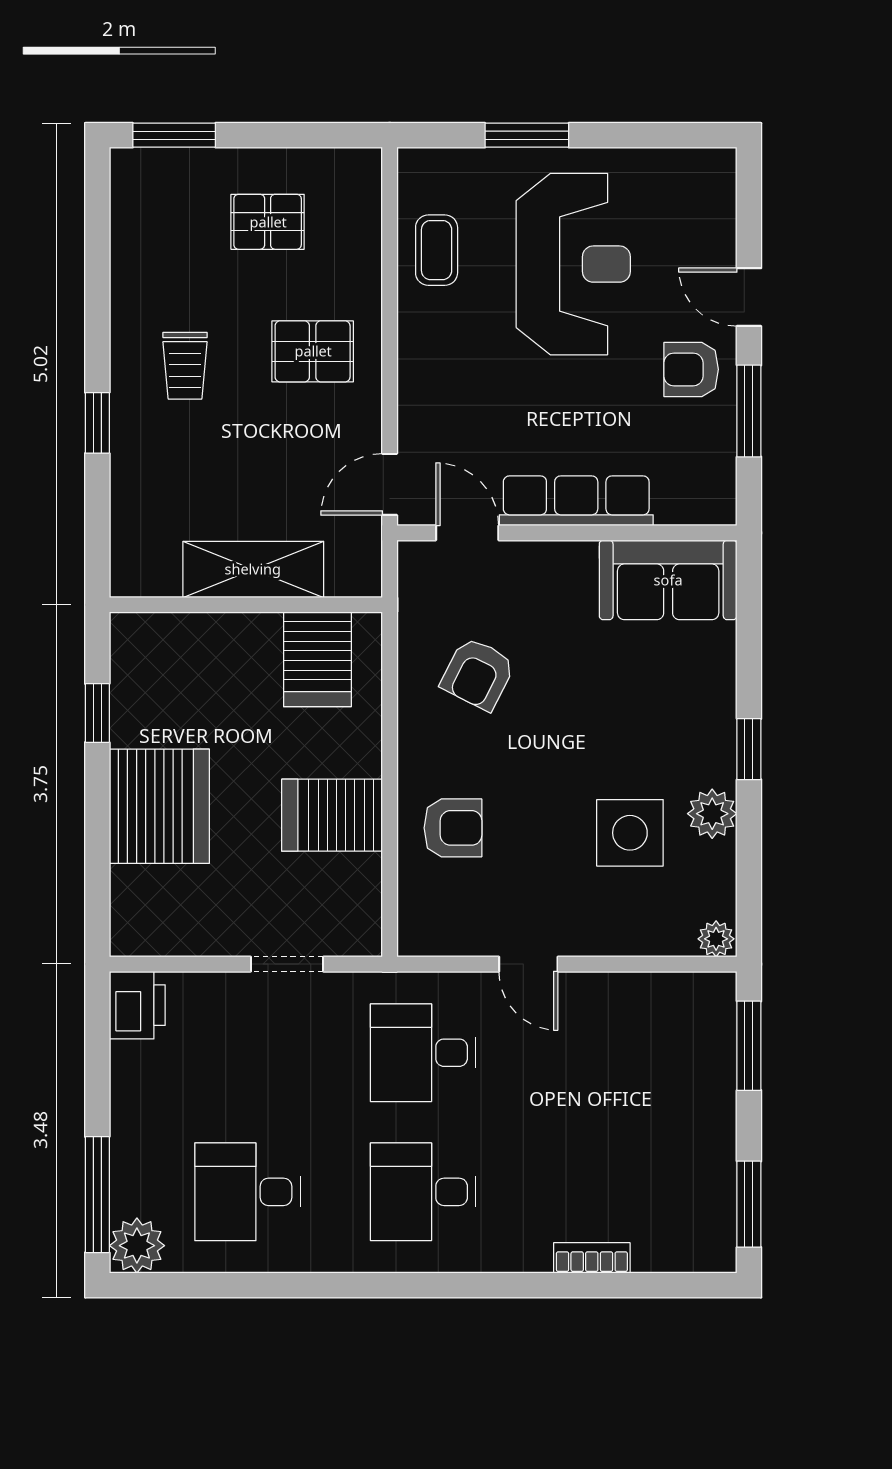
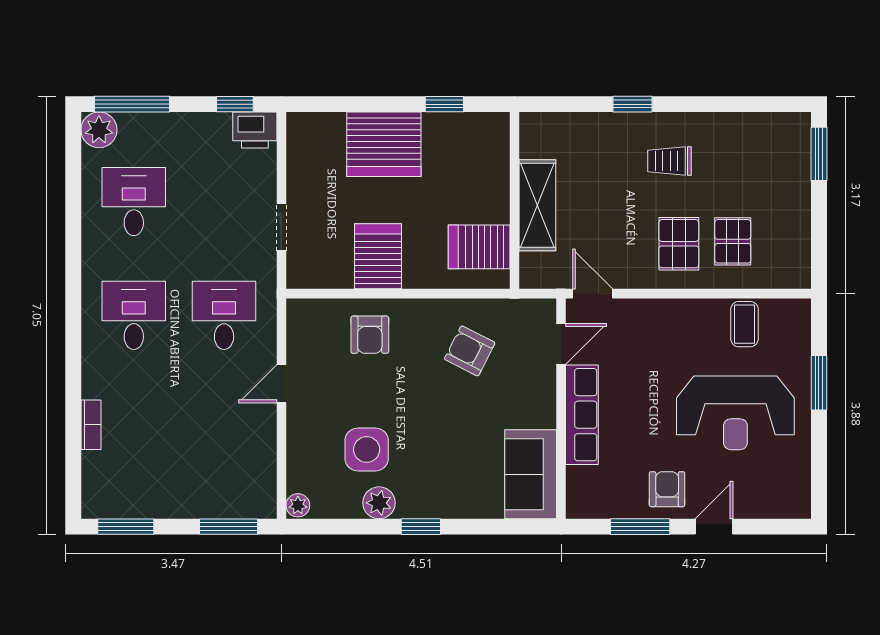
pallet: (268, 222) -> (733, 241), moved
coffee table: (437, 250) -> (744, 324), turned 90
window: (97, 1036) -> (235, 104), added

